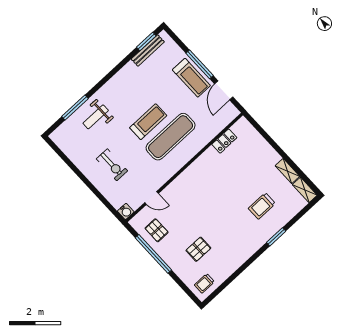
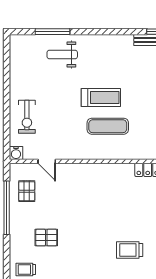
exercise mat: (171, 137) -> (108, 126), width x0.73, depth x0.69
exercise bike: (112, 165) -> (27, 117), moved

